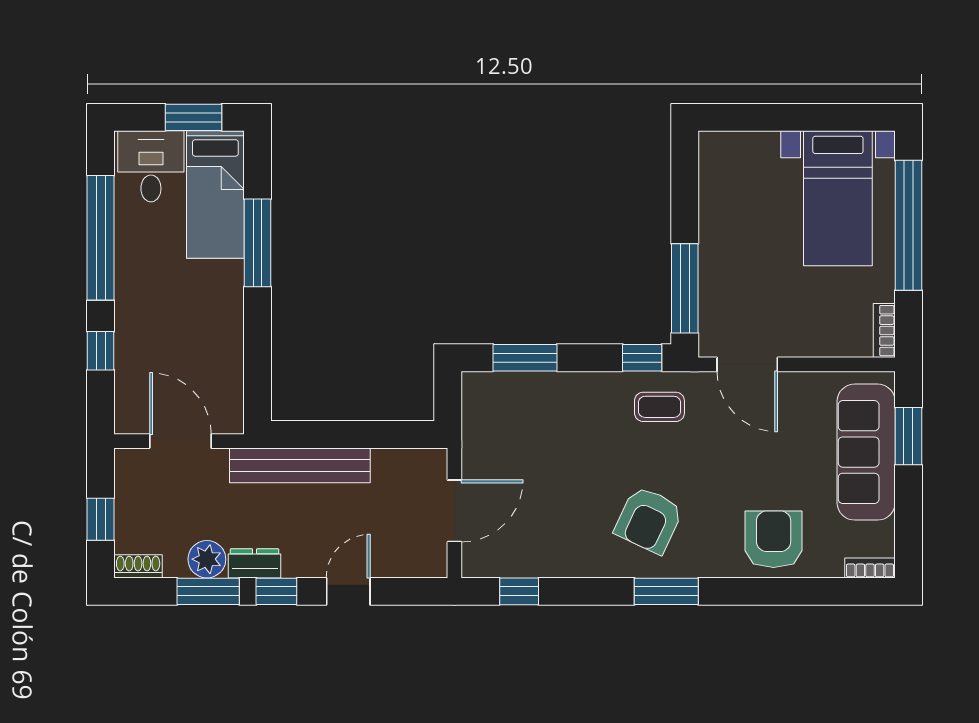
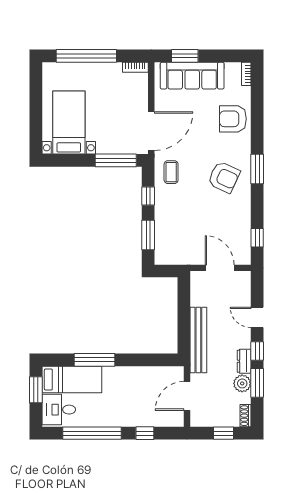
bed with nightstands: (838, 198) -> (69, 123), moved, turned -90
window: (642, 358) -> (148, 196), moved
door: (747, 364) -> (151, 131), width x1.36

